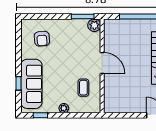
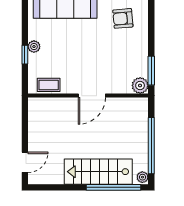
coffee table: (83, 88) -> (49, 85), moved
window: (40, 115) -> (25, 55), moved

